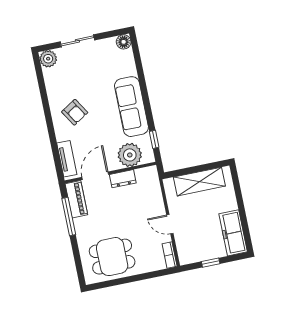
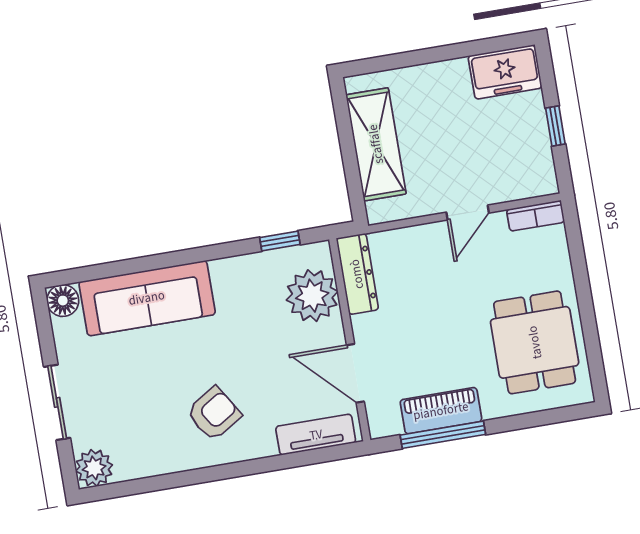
sofa: (131, 107) -> (147, 298), moved
dresser: (123, 179) -> (357, 274), moved, width x1.44
piano: (76, 199) -> (441, 411), moved
freezer: (233, 233) -> (505, 72), width x0.71

